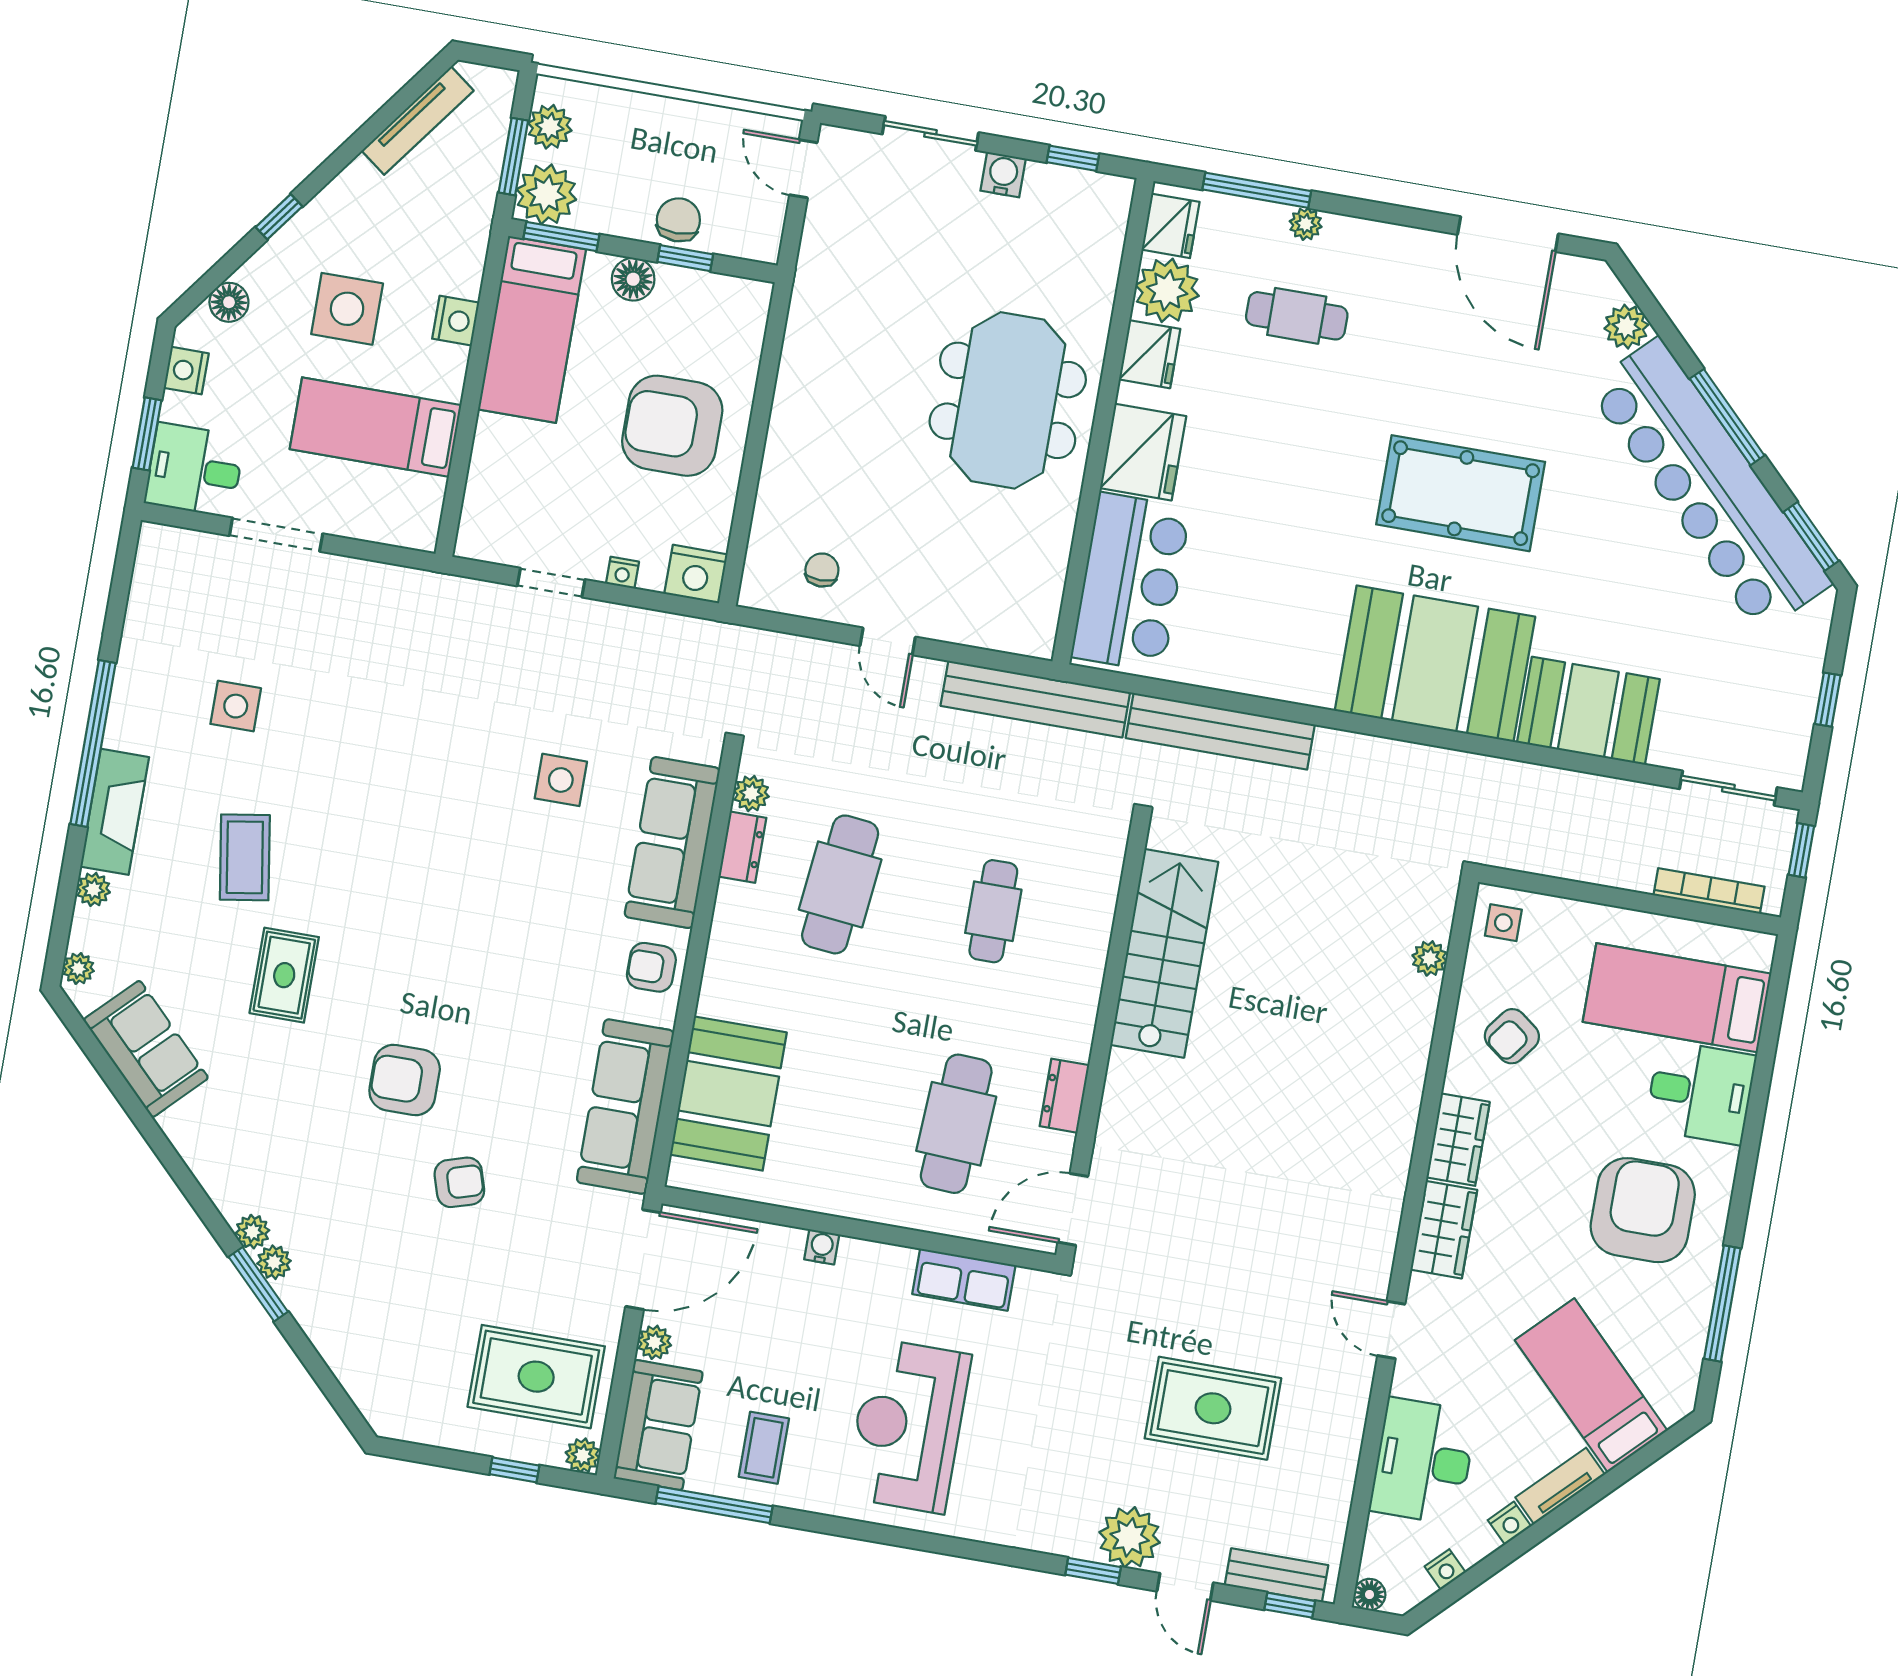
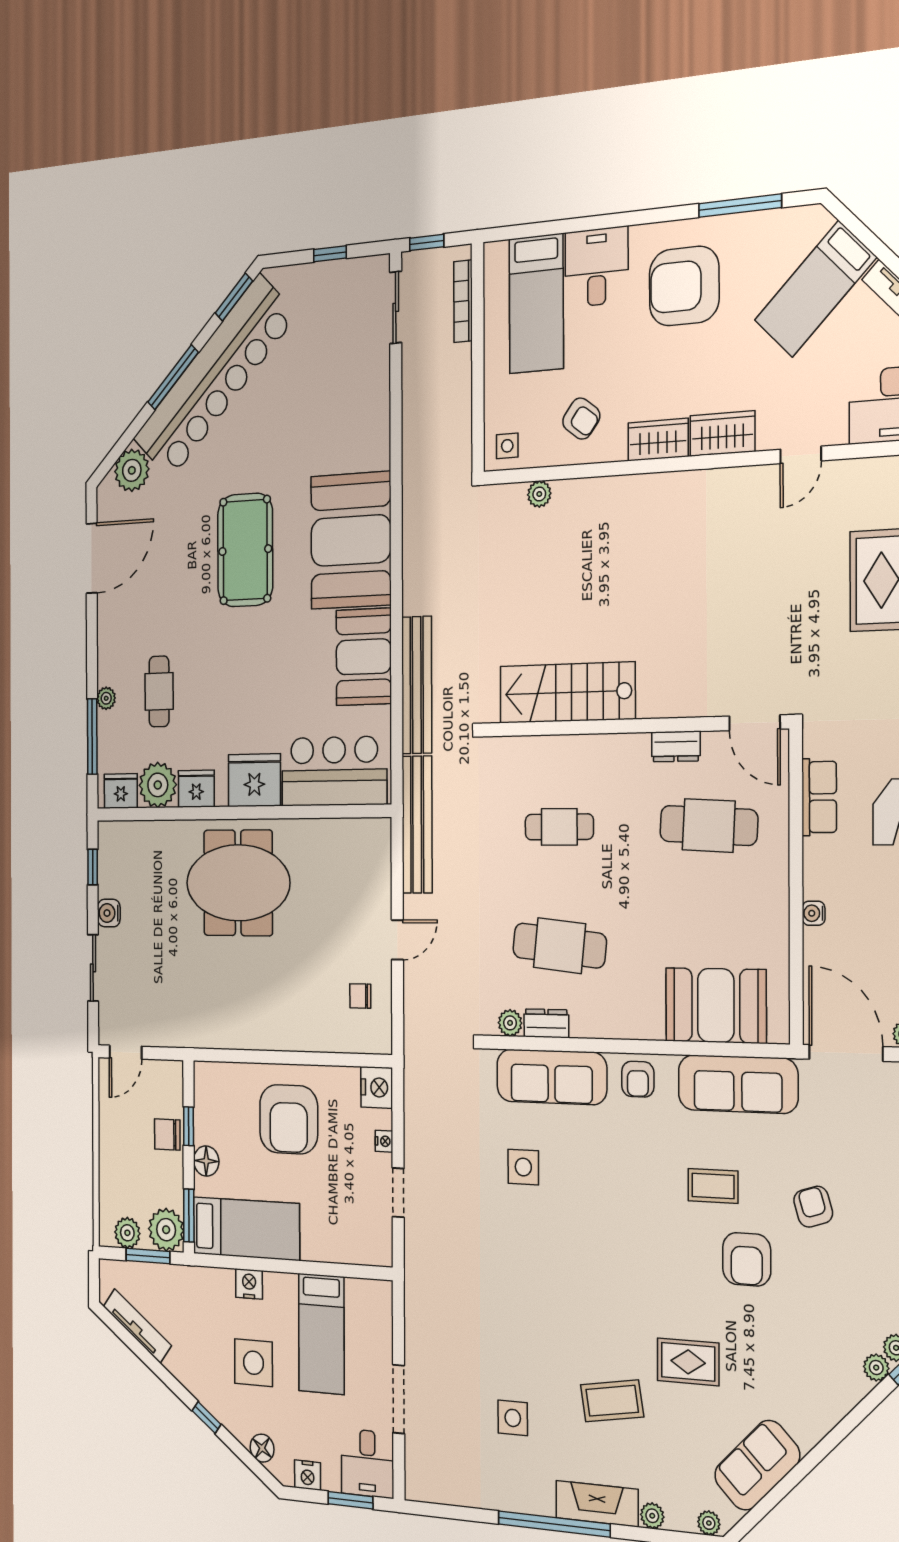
plant: (1626, 327) -> (132, 470), width x1.36, depth x1.36
booth: (1588, 711) -> (364, 657), moved
coffee table: (502, 1049) -> (713, 1186), added

